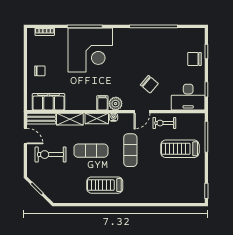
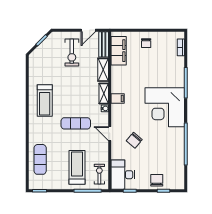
corner desk: (90, 50) -> (165, 107), moved
plant: (116, 104) -> (117, 110), removed
exercise bike: (164, 123) -> (99, 174), moved
exercise mat: (91, 151) -> (40, 159), moved
exercise bike: (50, 155) -> (72, 52), turned 180
treadmill: (105, 185) -> (45, 101), turned 180

